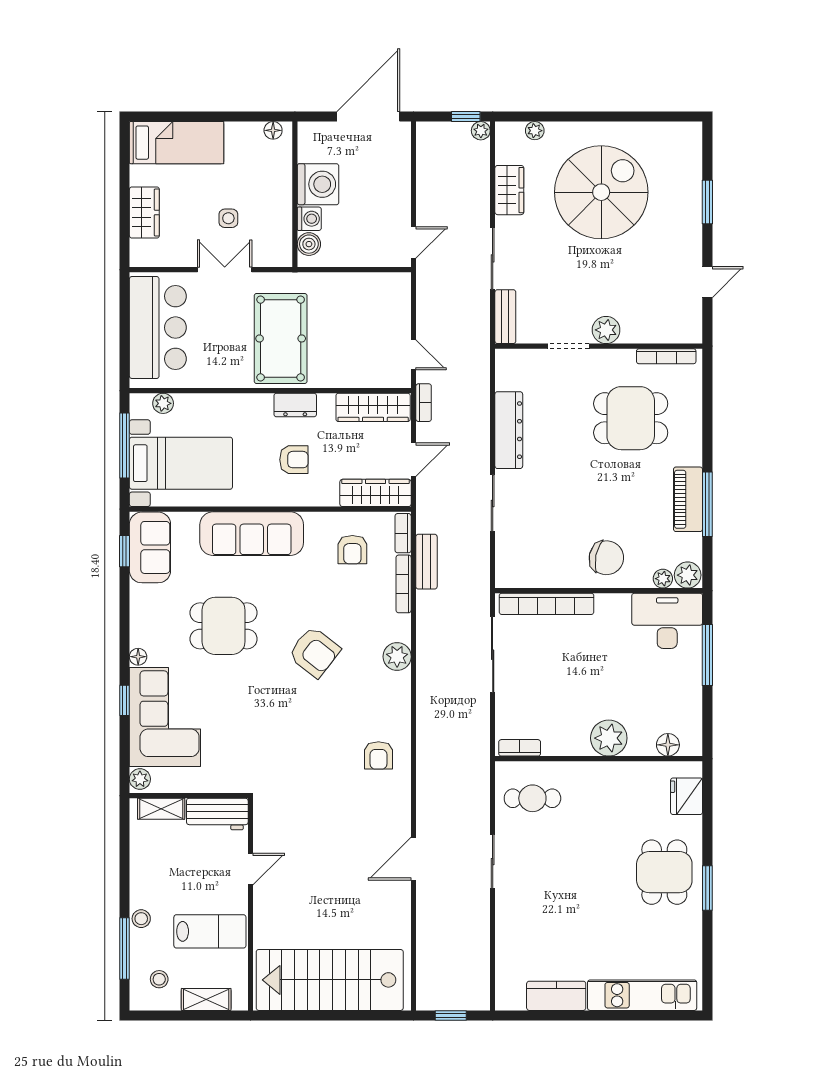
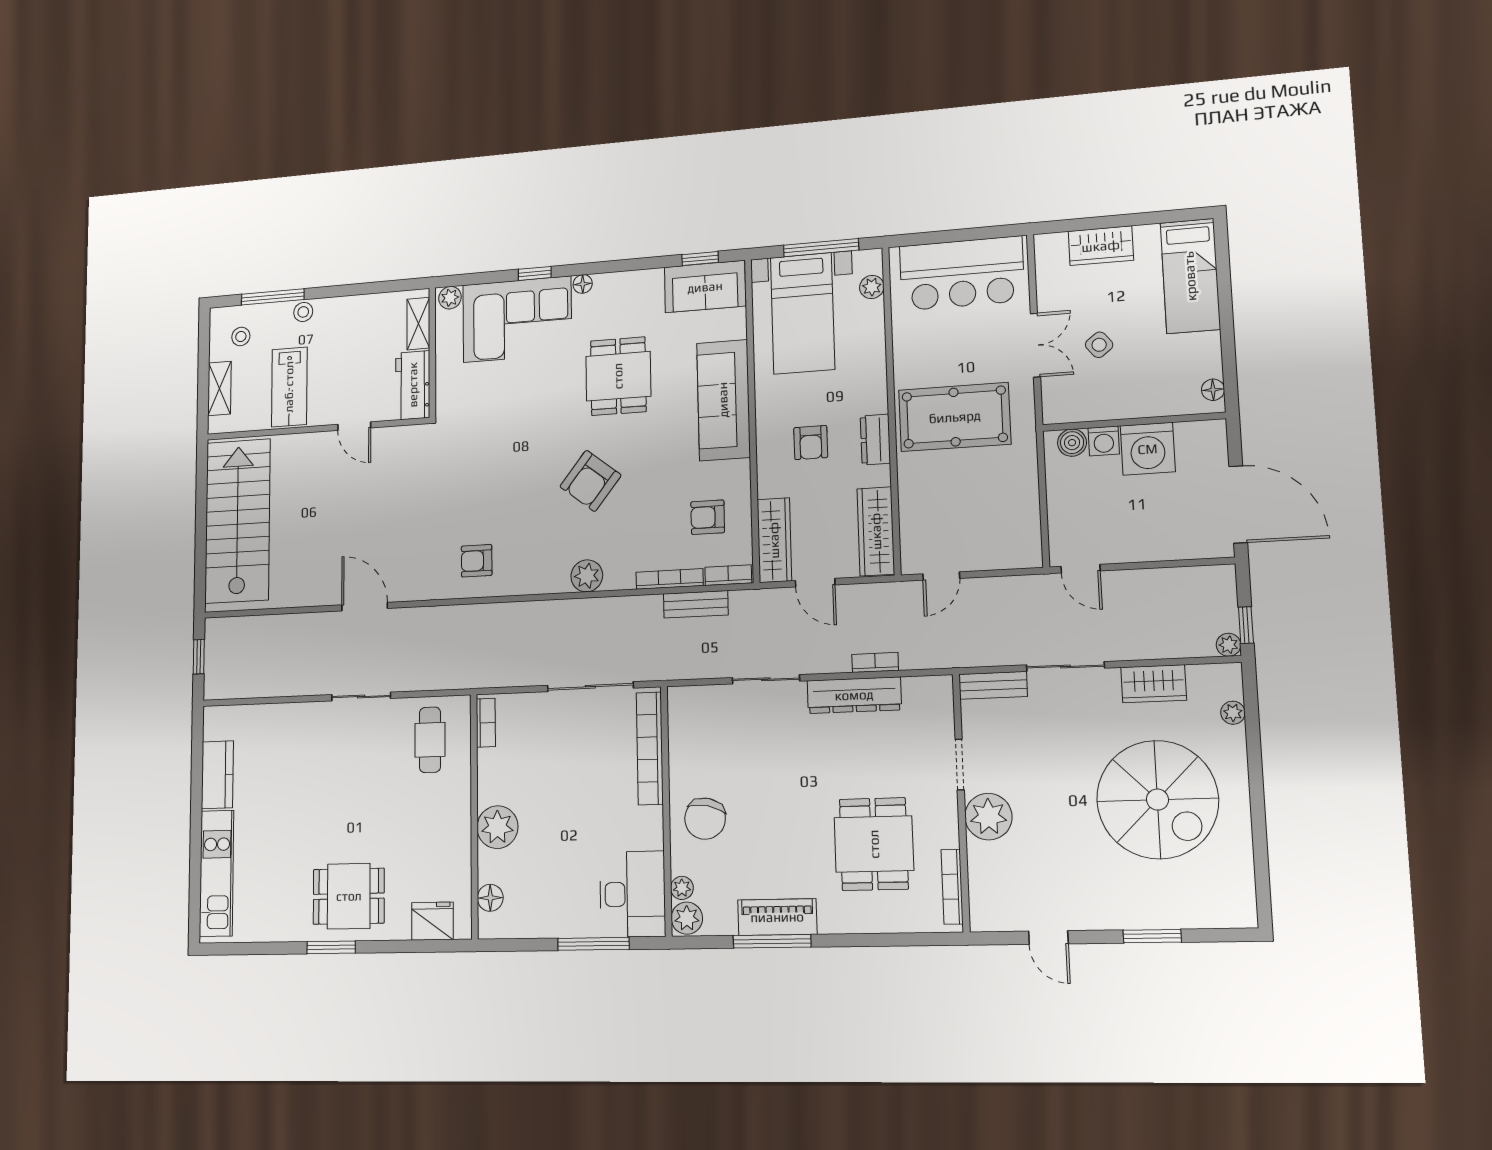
side table: (228, 218) -> (1099, 345), turned -38
plant: (606, 330) -> (988, 817), width x1.36, depth x1.36
bookcase: (424, 403) -> (875, 662), moved, turned 180

